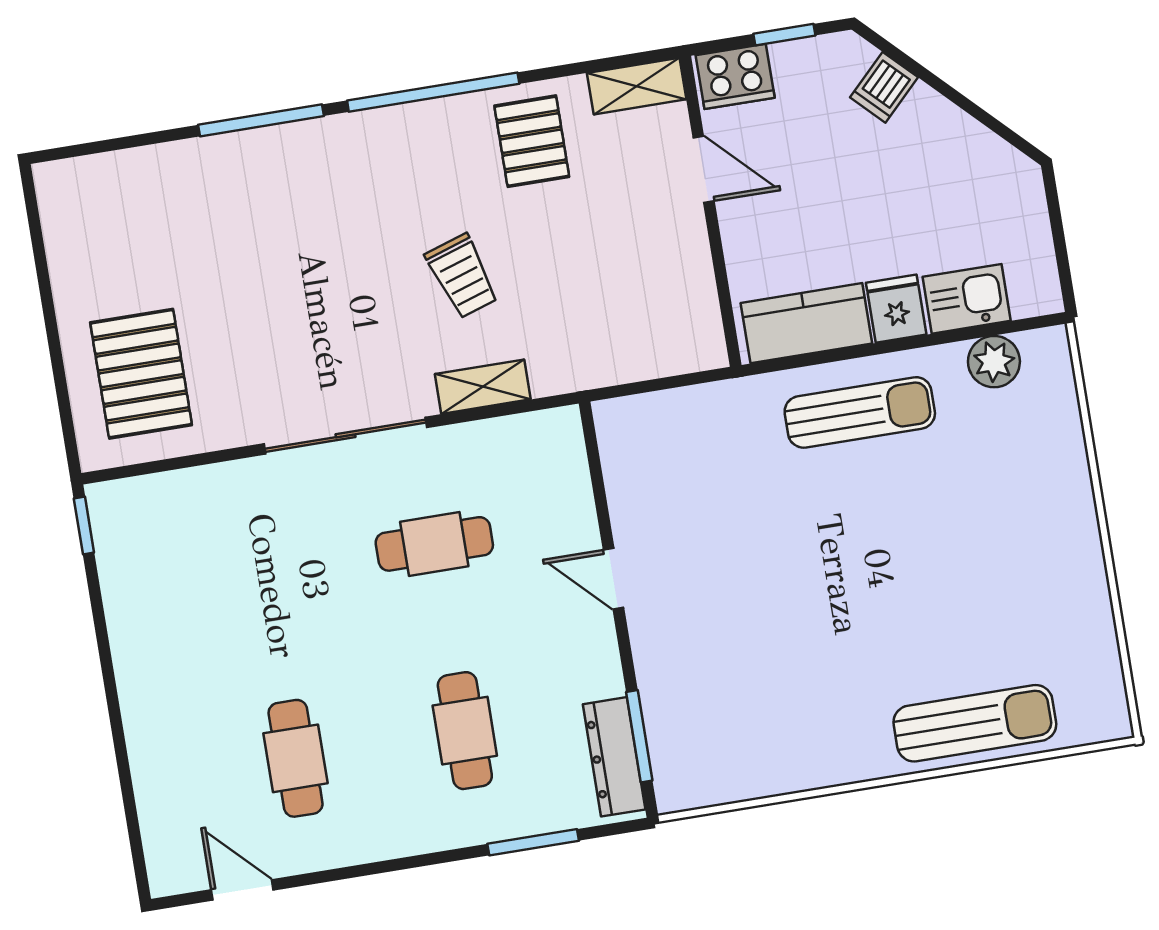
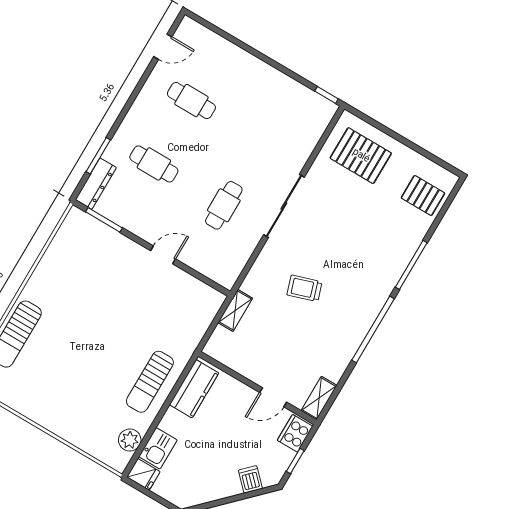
pallet: (532, 141) -> (423, 196), moved
fridge: (896, 309) -> (143, 474), moved
shelving: (483, 387) -> (235, 310), moved
dresser: (614, 757) -> (96, 184), moved, turned 90

